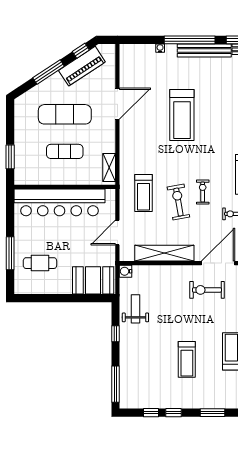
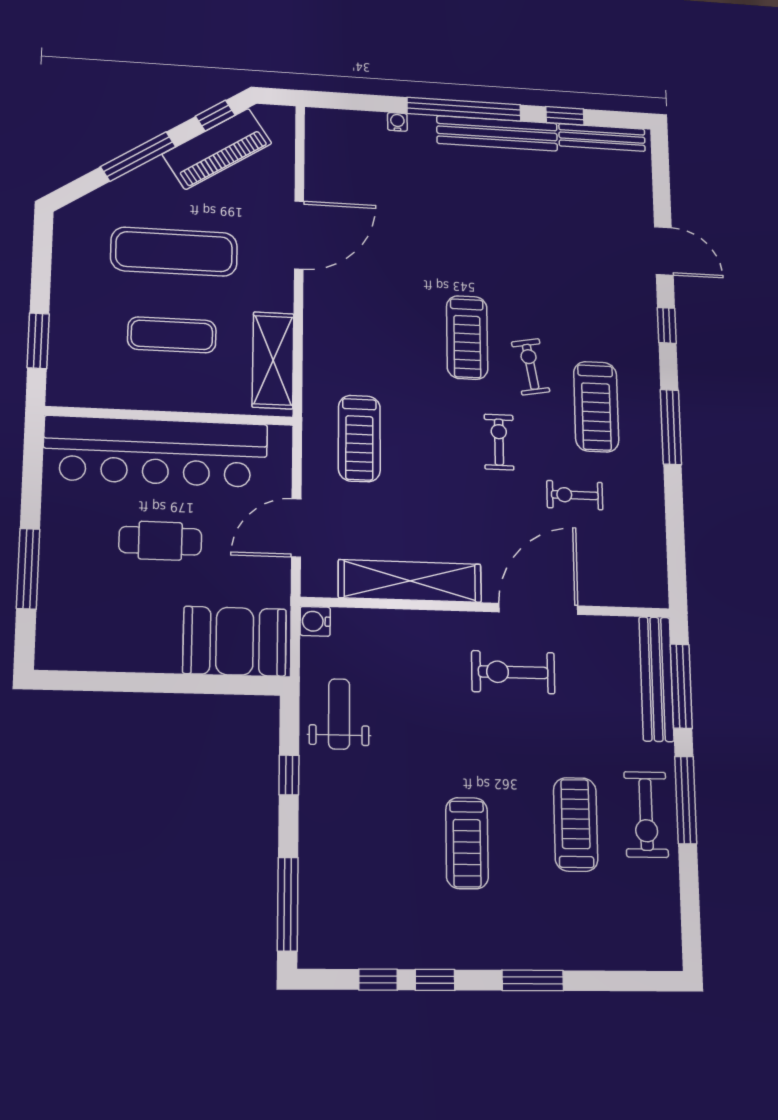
treadmill: (182, 115) -> (467, 337), moved, width x0.73, depth x0.73
shelving: (109, 168) -> (273, 360), width x1.50, depth x1.33
exercise bike: (178, 202) -> (531, 367), moved, width x0.73, depth x0.72
cafe table: (40, 263) -> (160, 541), moved

